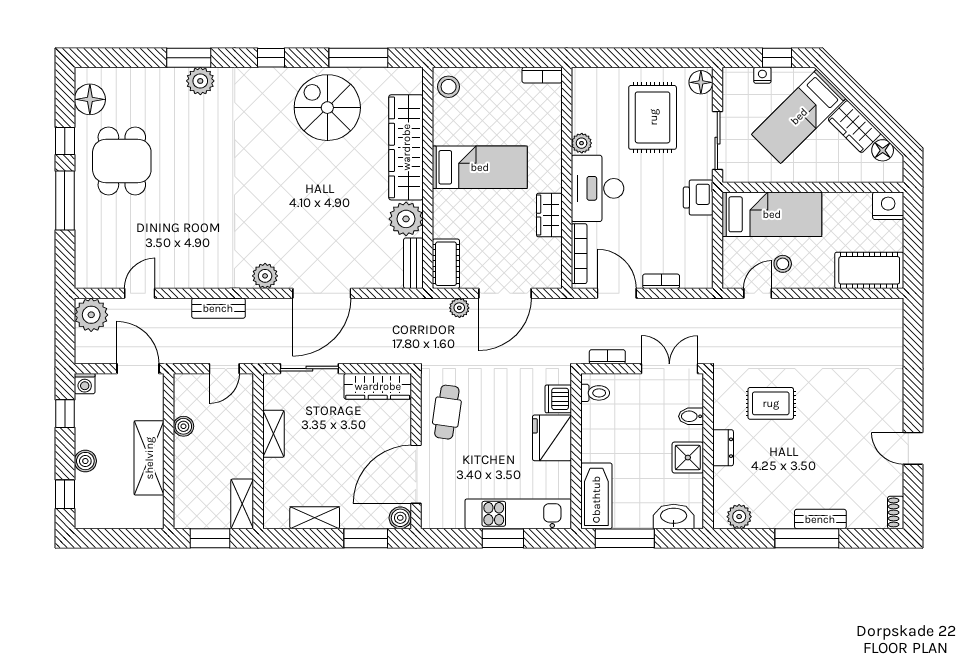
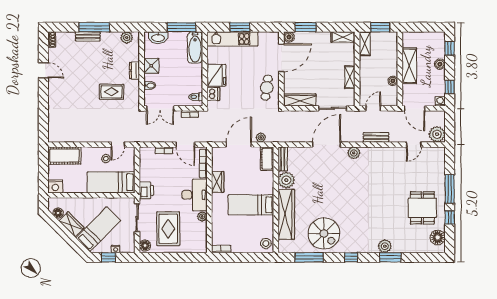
shelving: (315, 518) -> (343, 37), moved

